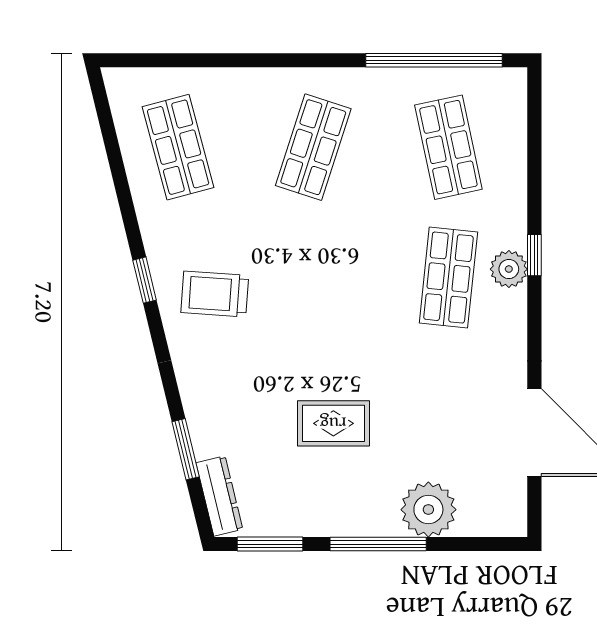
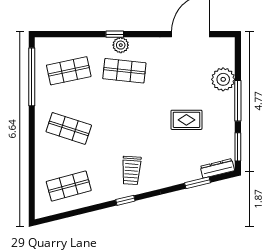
rug: (333, 423) -> (186, 120), turned 90

